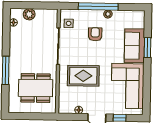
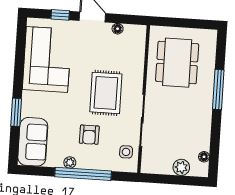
sofa: (134, 46) -> (33, 142), moved
rug: (83, 76) -> (106, 93), moved, turned 90
dining table: (36, 88) -> (177, 63), turned 90

